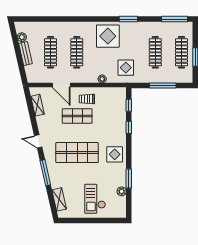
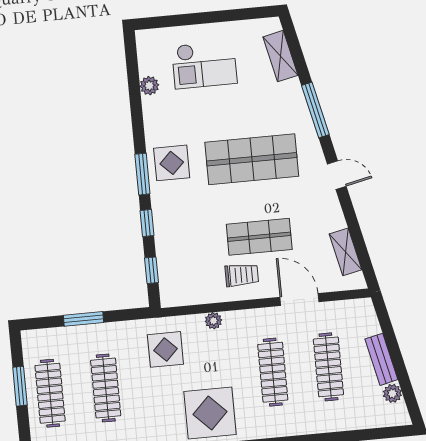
window: (163, 86) -> (83, 319), width x0.69
window: (129, 179) -> (142, 174), moved
checkout: (95, 199) -> (204, 65), turned 90

